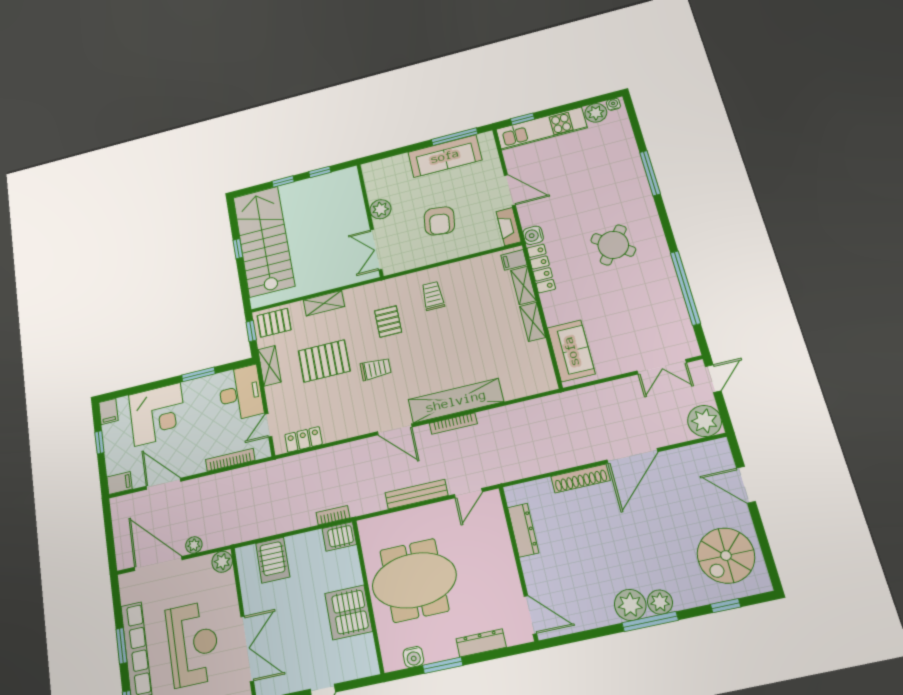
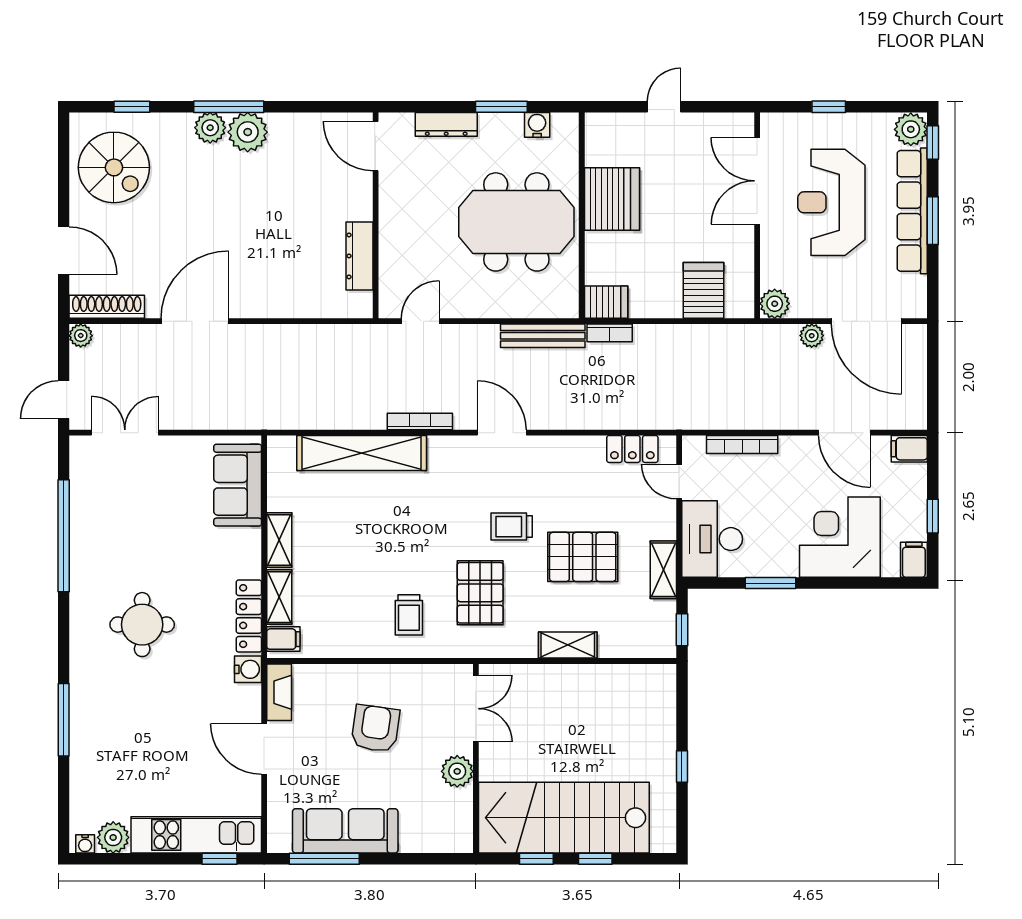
stairs: (264, 241) -> (564, 818), moved, turned 90
round table: (613, 245) -> (142, 625), turned -37
pallet: (388, 322) -> (480, 593), width x1.50, depth x1.42
pallet: (274, 323) -> (646, 634), removed
shelving: (456, 401) -> (362, 453), moved
plant: (705, 421) -> (81, 336), width x0.53, depth x0.53
door: (268, 425) -> (679, 482), swing flipped
shoe rack: (580, 478) -> (107, 307), moved
bench: (416, 494) -> (543, 336), moved
spiral stairs: (726, 556) -> (114, 167), turned 90

